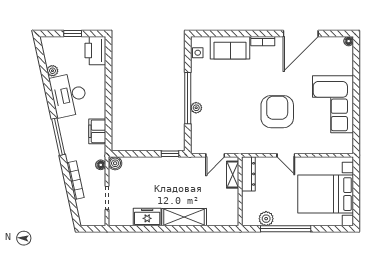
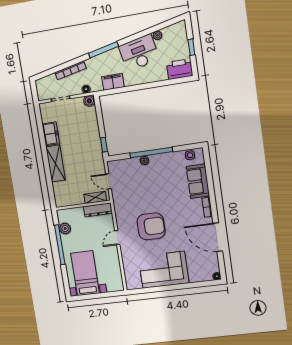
bed with nightstands: (326, 194) -> (85, 273), width x0.73

